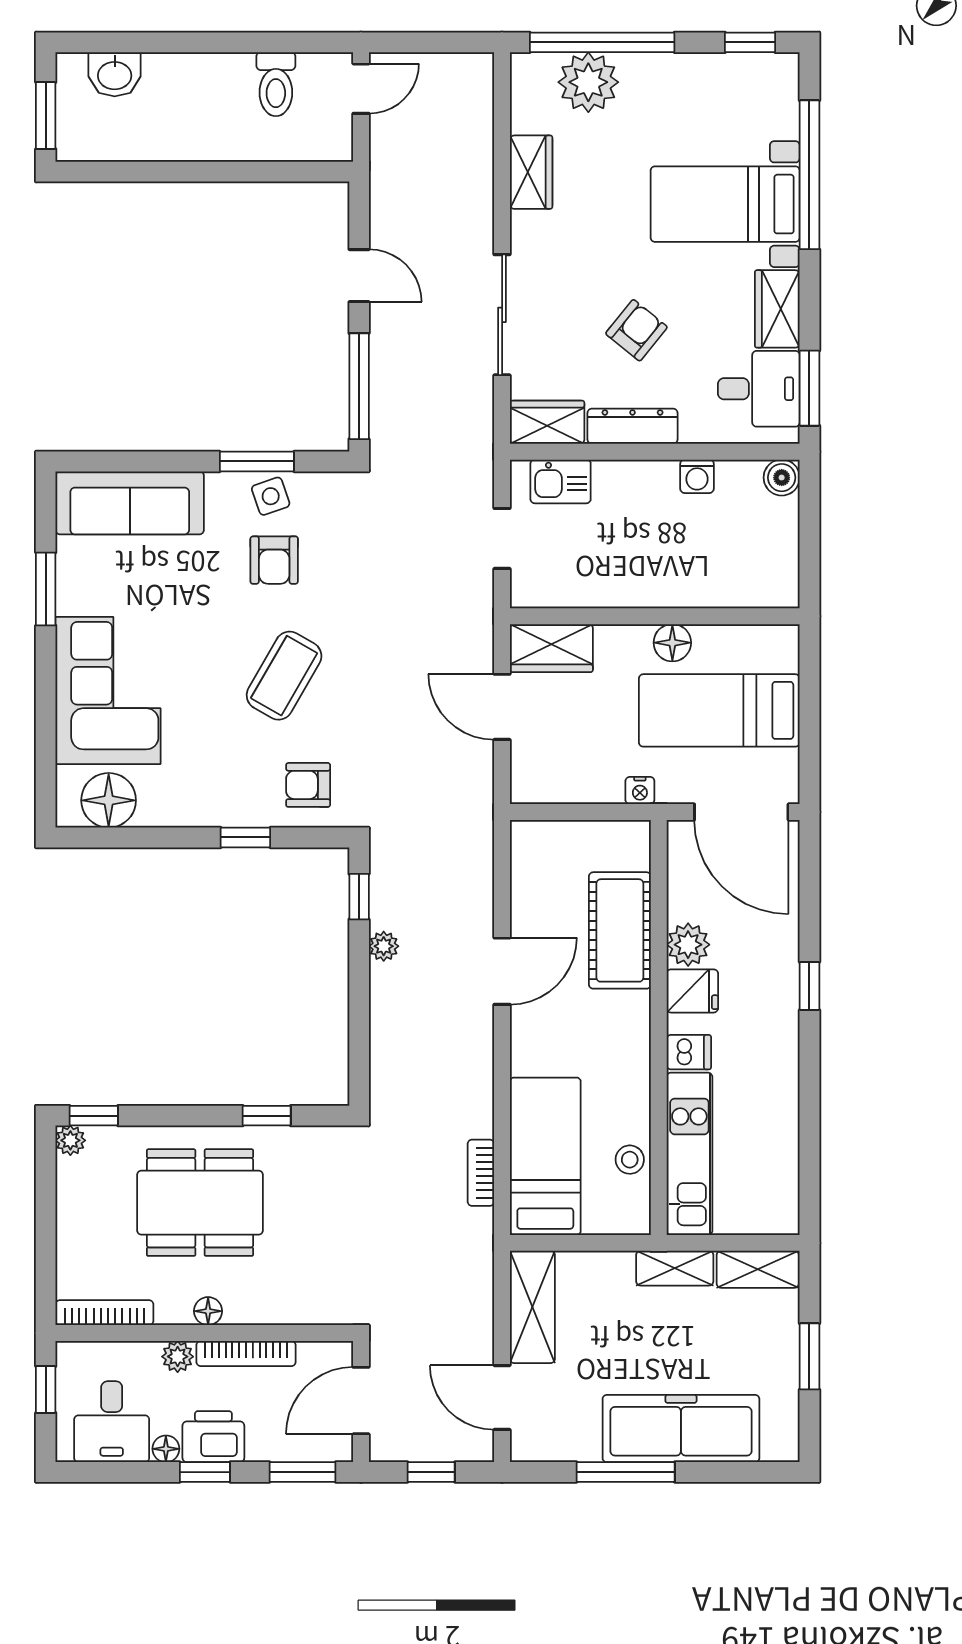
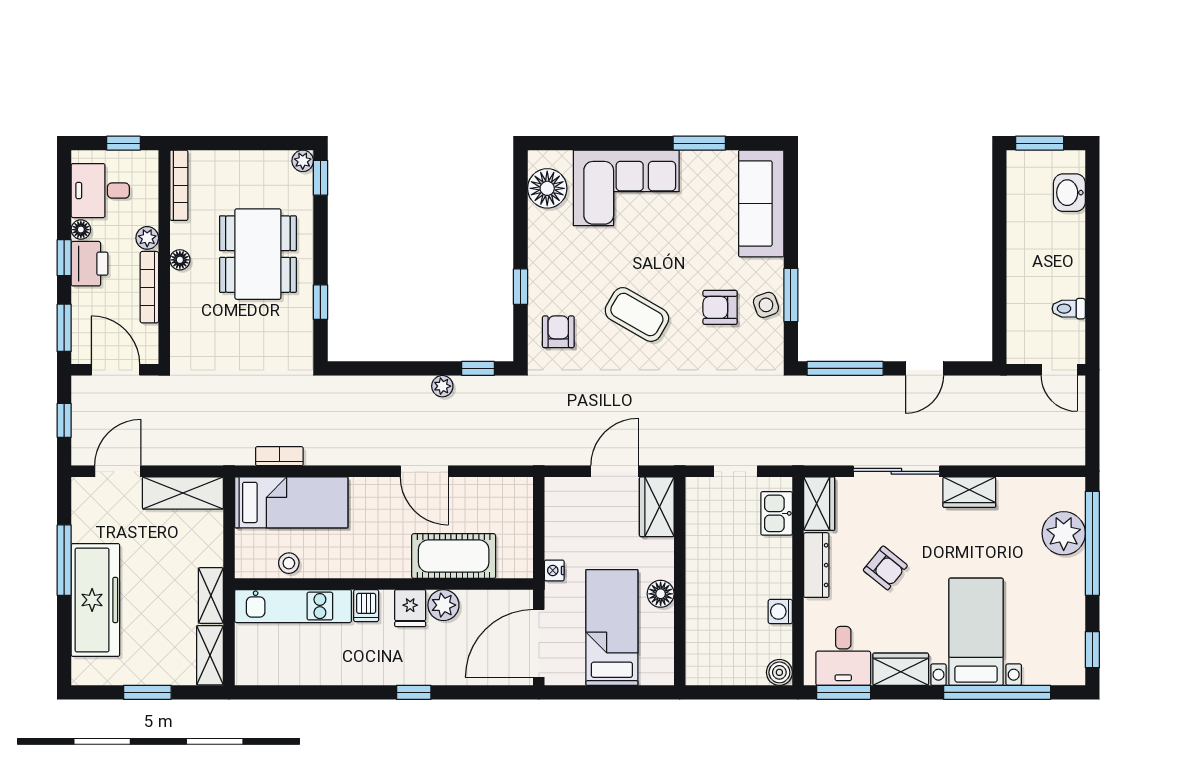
toilet: (276, 84) -> (1069, 309), width x0.73, depth x0.72
wardrobe: (531, 172) -> (969, 492), moved

